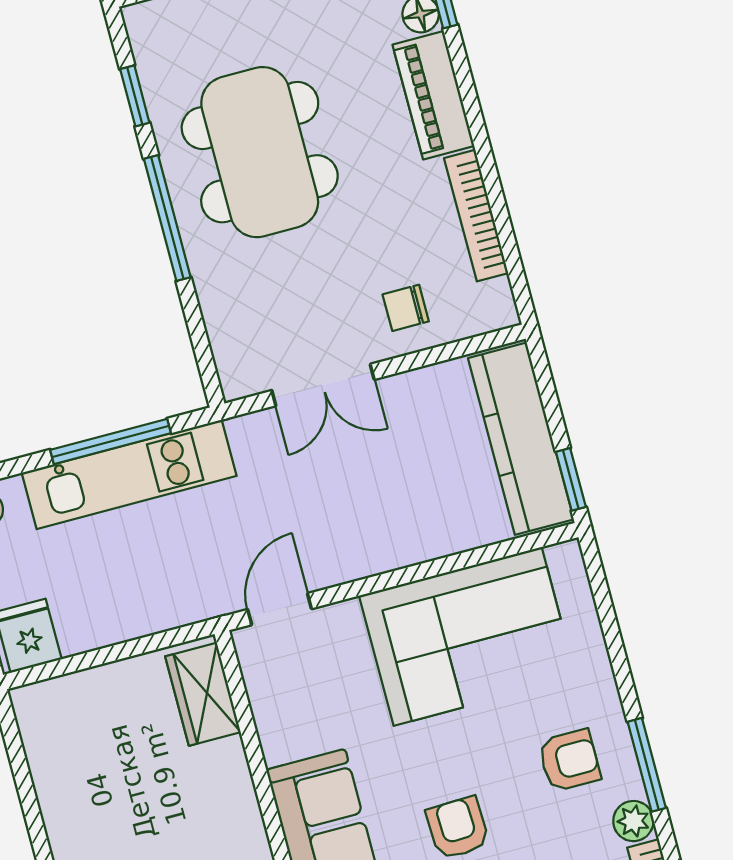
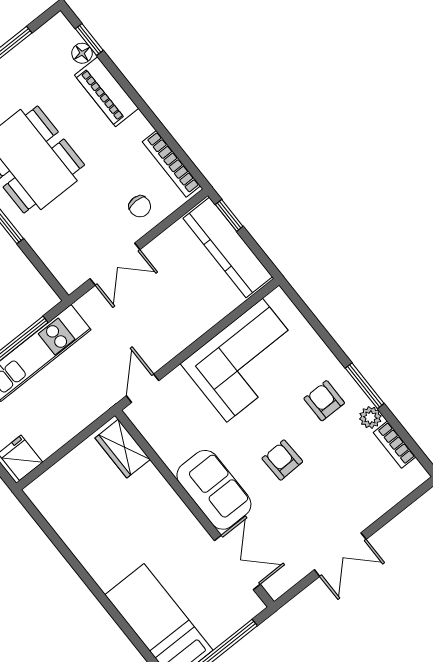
bookcase: (476, 216) -> (171, 164), moved
chair: (406, 308) -> (140, 206), turned -90
window: (571, 479) -> (229, 215), moved
armchair: (569, 760) -> (324, 401), turned -90

